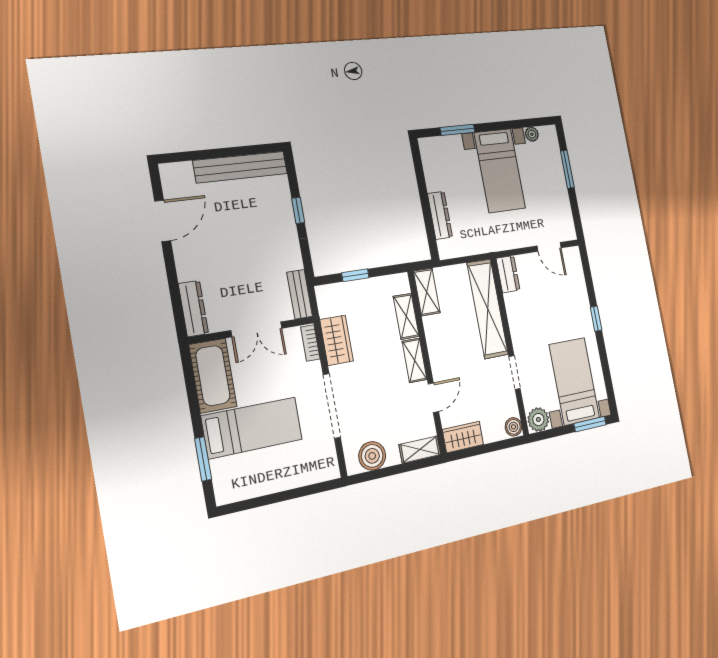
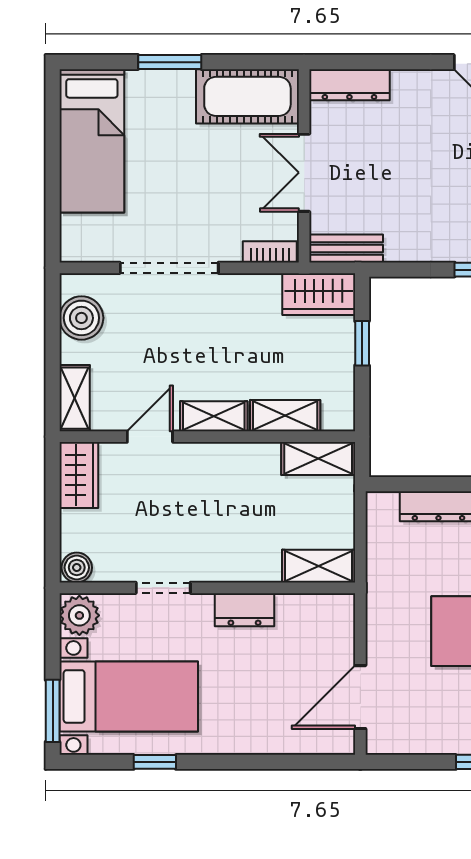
door: (549, 247) -> (360, 697), width x1.38
dresser: (508, 274) -> (245, 610), moved
shelving: (488, 309) -> (319, 566), width x0.45, depth x0.75
window: (596, 319) -> (155, 762), moved
wardrobe: (337, 340) -> (319, 294), moved
door: (433, 398) -> (150, 437), swing flipped
bed: (252, 428) -> (92, 141), moved
window: (203, 459) -> (170, 62), moved

